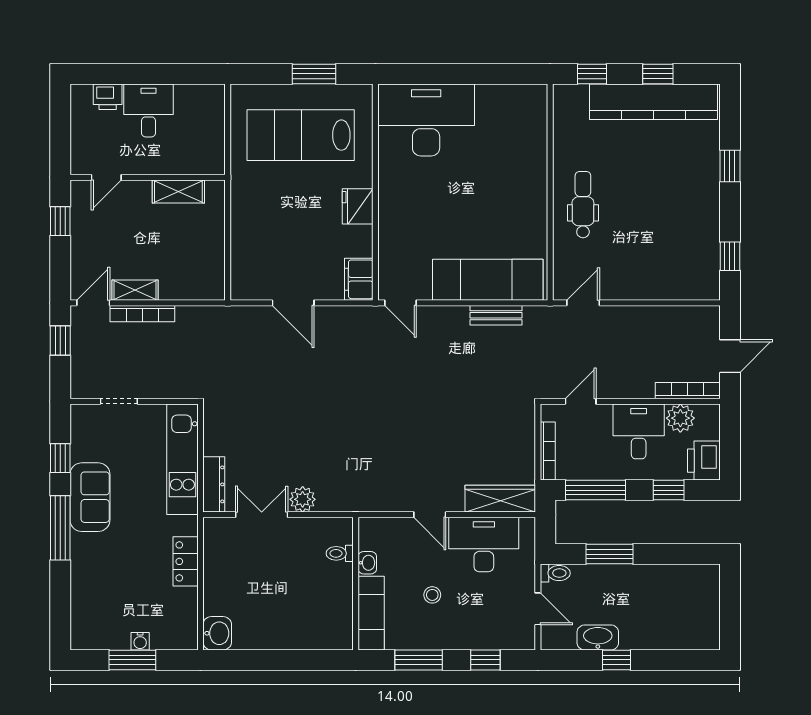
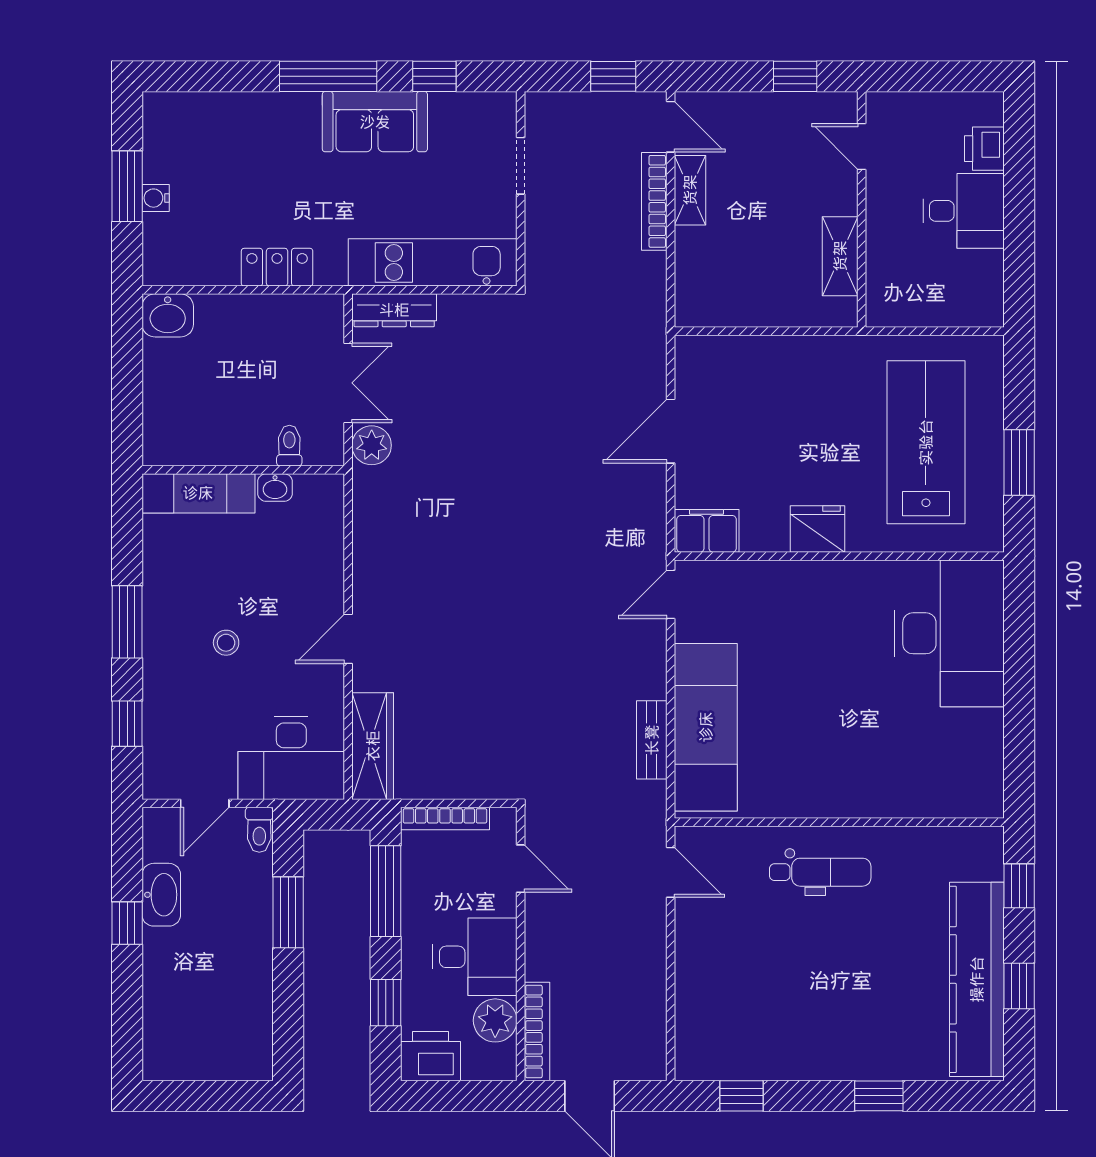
desk: (484, 545) -> (291, 758), moved, turned 90
toilet: (340, 553) -> (289, 446), moved
washbasin: (367, 563) -> (275, 488), moved
wall: (356, 584) -> (243, 470), moved
exam couch: (371, 613) -> (198, 493), moved

